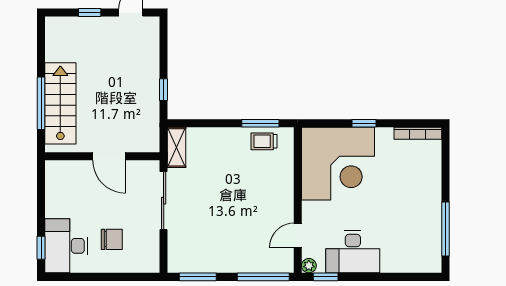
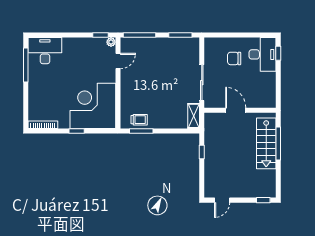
window: (90, 13) -> (263, 200), moved
desk: (353, 252) -> (45, 51), moved

